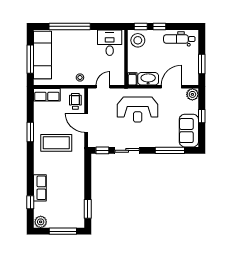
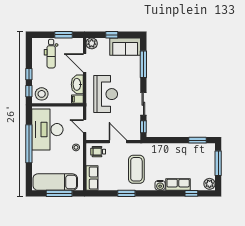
window: (70, 26) -> (29, 144), moved
dental chair: (179, 39) -> (51, 54), moved
desk: (110, 43) -> (47, 130), width x1.87, depth x1.30
door: (86, 123) -> (118, 142), swing flipped
water cooler: (39, 168) -> (160, 185), added

